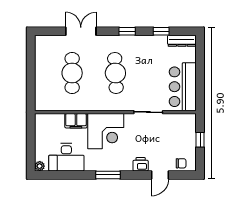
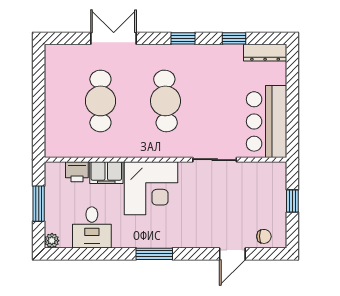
window: (31, 141) -> (39, 204), added
desk: (66, 157) -> (92, 227), width x0.73
printer: (141, 164) -> (77, 172), moved, turned 180

